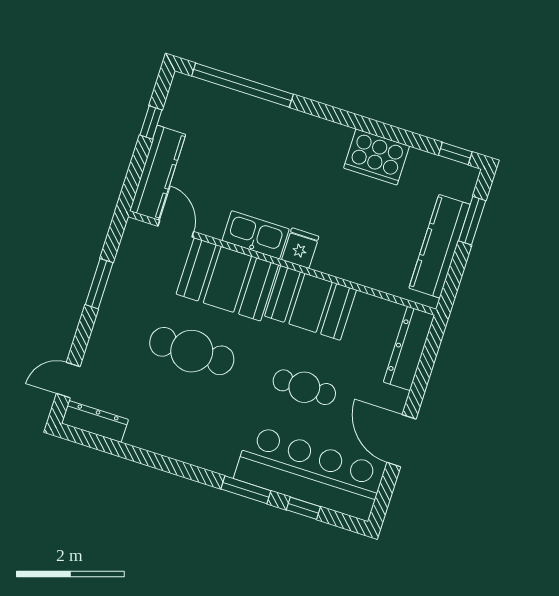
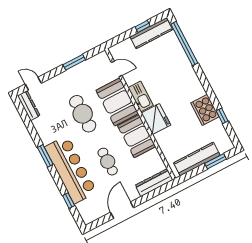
window: (455, 153) -> (222, 116), moved
kitchen counter: (158, 173) -> (151, 33), moved
door: (176, 229) -> (117, 69), hinge flipped
fridge: (300, 248) -> (156, 119), width x1.88, depth x1.34
bar counter: (310, 473) -> (71, 170), moved
window: (246, 490) -> (45, 156), moved

